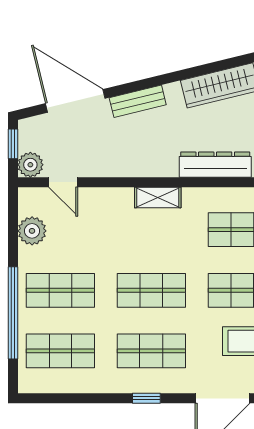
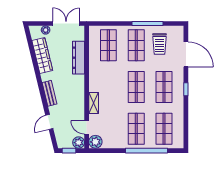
door: (75, 101) -> (49, 122), width x0.53
door: (63, 182) -> (87, 127), swing flipped
shelving: (158, 197) -> (94, 103), moved
plant: (32, 231) -> (95, 142), moved

